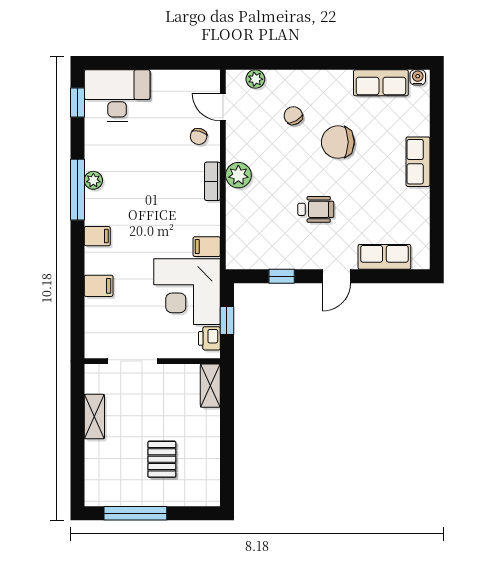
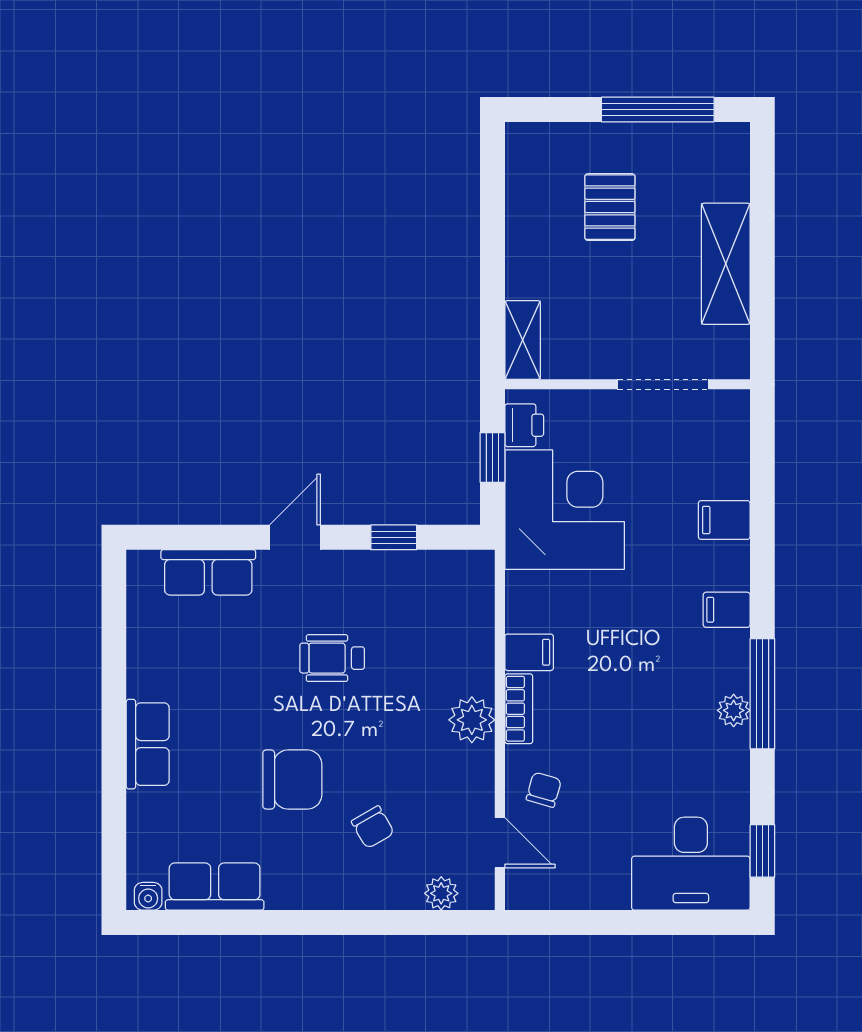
filing cabinet: (207, 247) -> (529, 652), moved
shelving: (94, 417) -> (726, 264), width x1.50, depth x1.33

